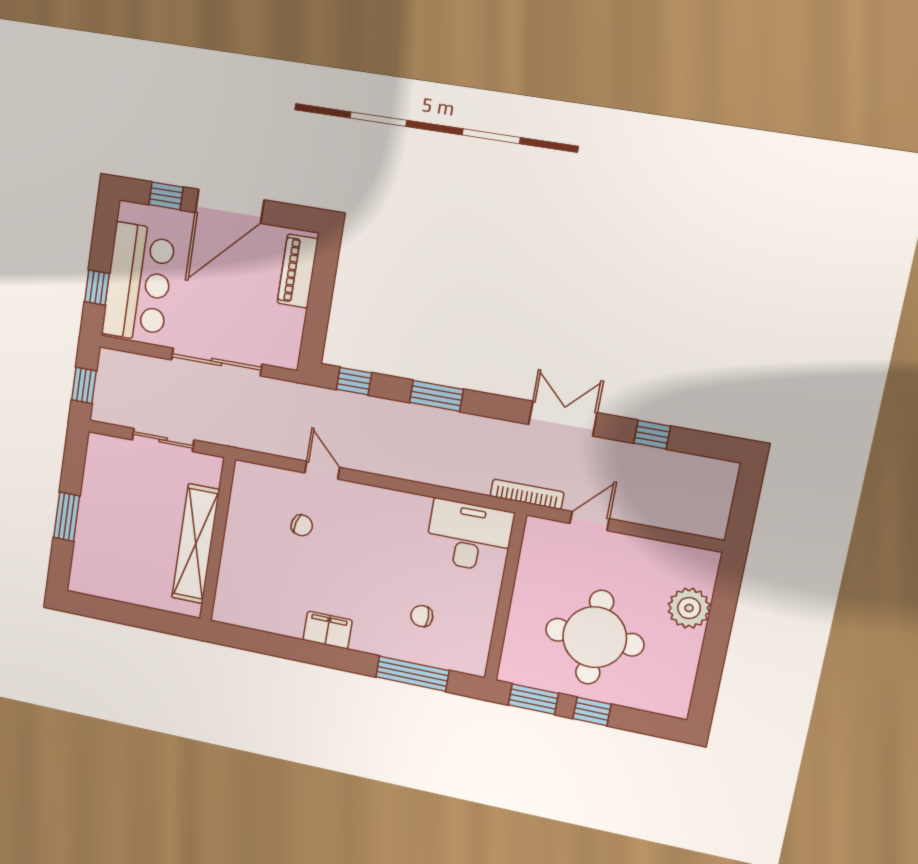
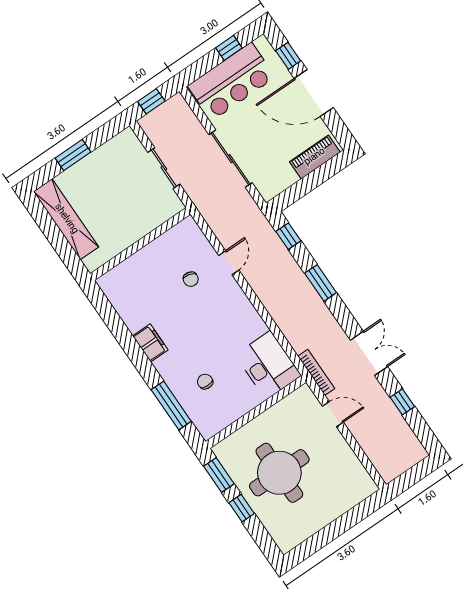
window: (97, 288) -> (229, 48), moved
shelving: (196, 544) -> (66, 219), moved, turned 90
plant: (689, 608) -> (338, 501), removed

